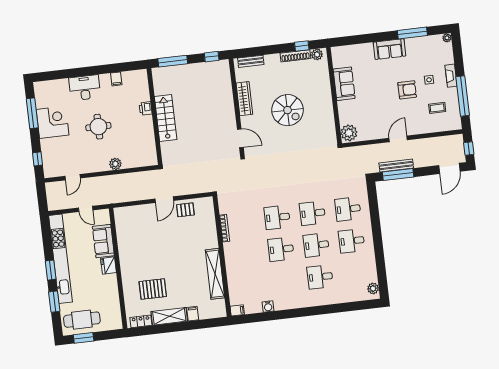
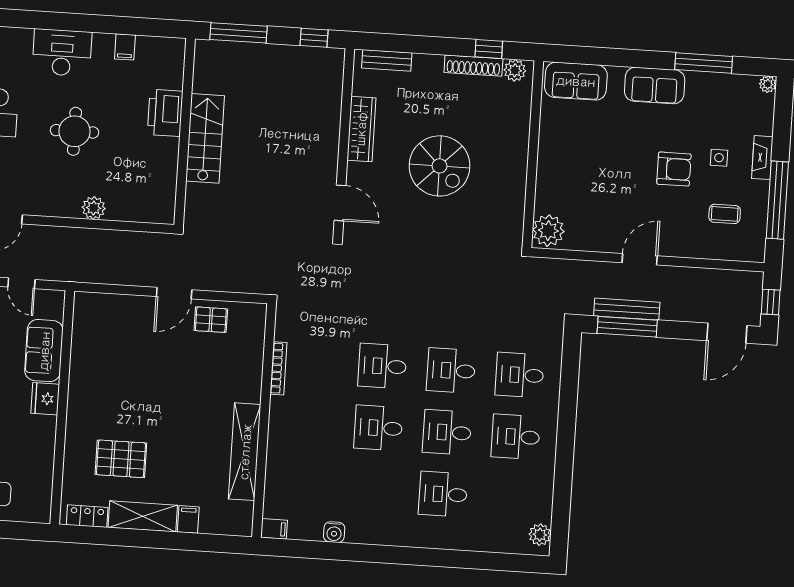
sofa: (344, 84) -> (576, 81), moved, turned 90
printer: (146, 108) -> (165, 113), width x1.87, depth x1.48

